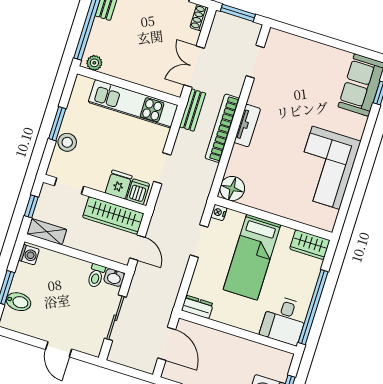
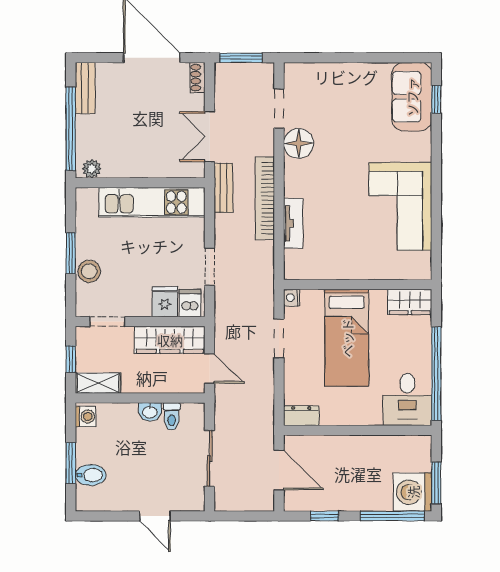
tv unit: (247, 126) -> (293, 223), moved
floor lamp: (232, 189) -> (299, 143), moved
washbasin: (114, 277) -> (150, 412), moved

